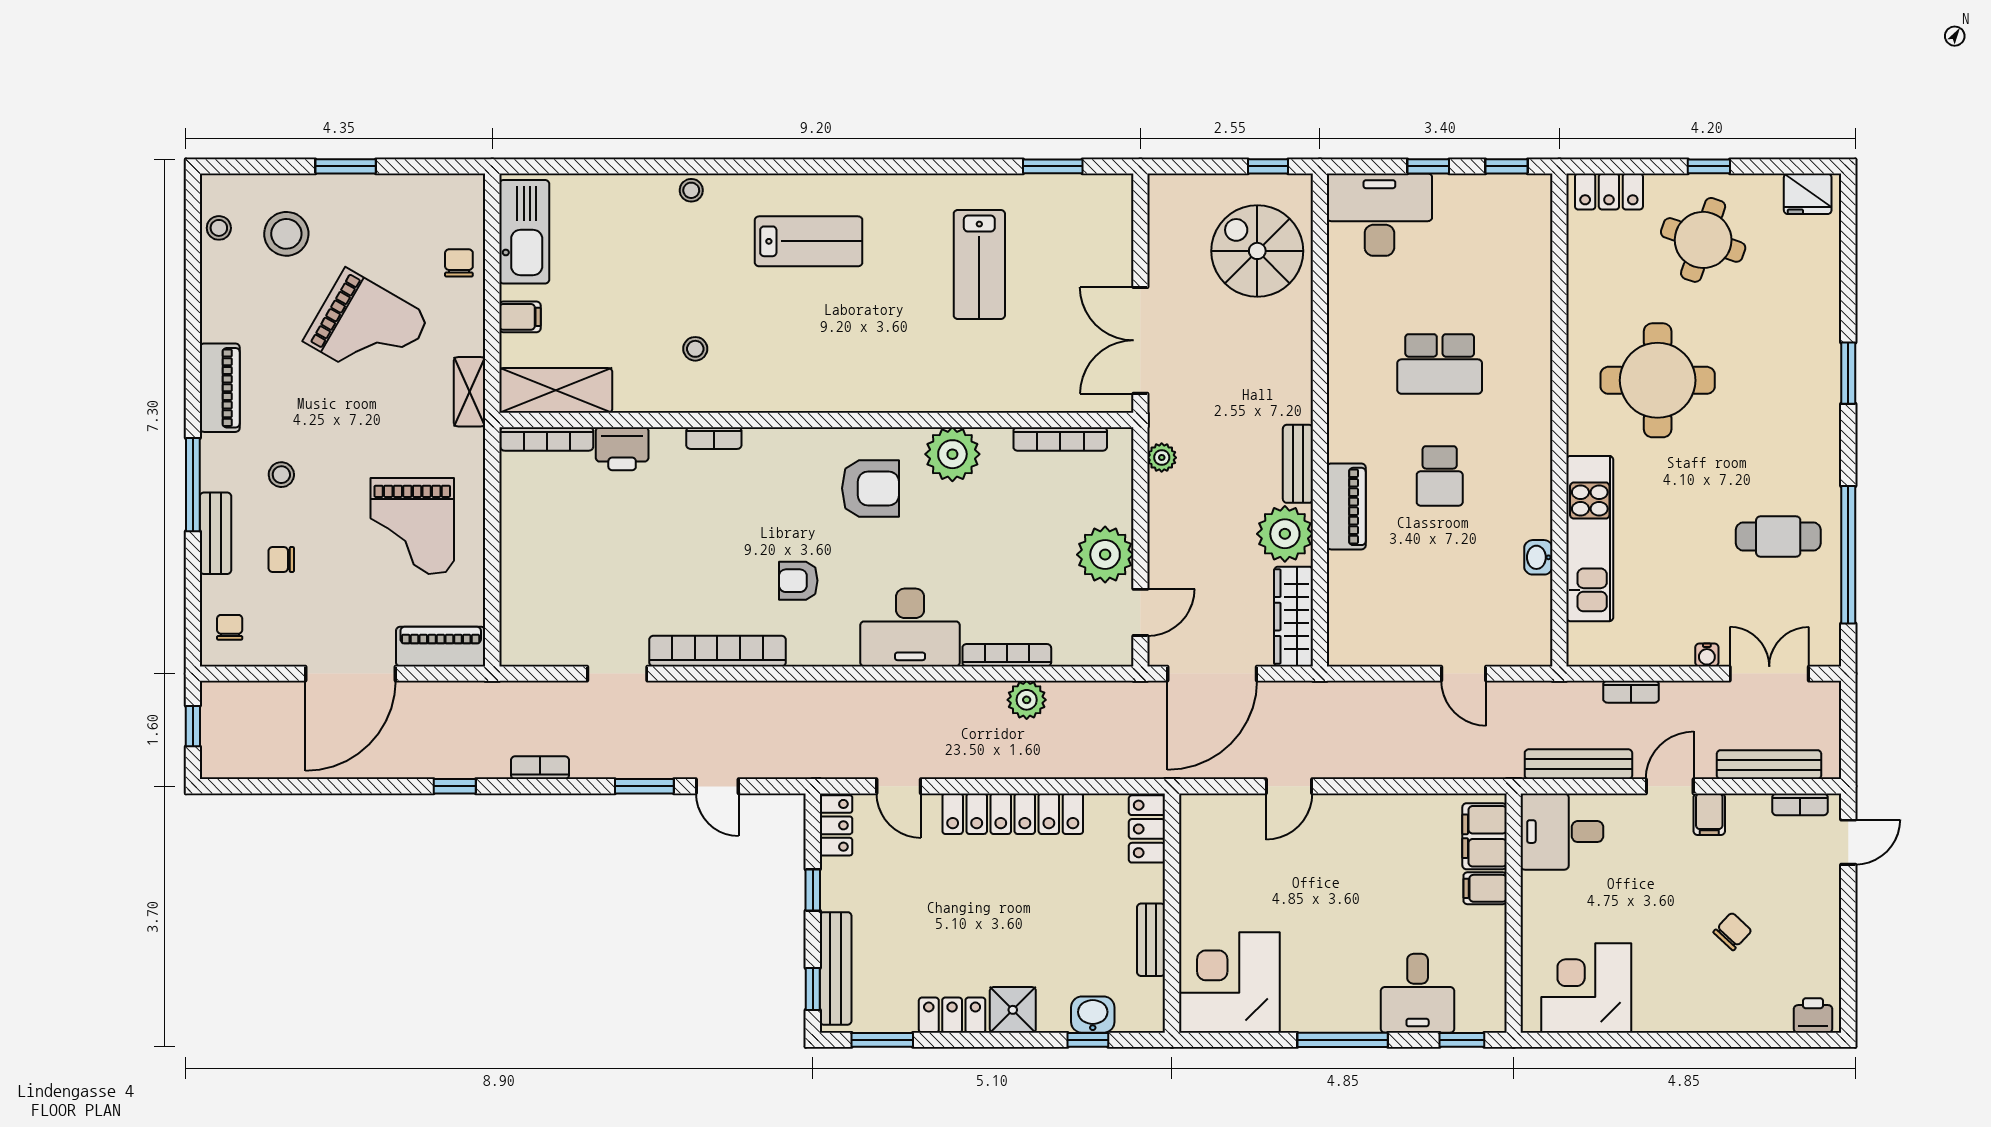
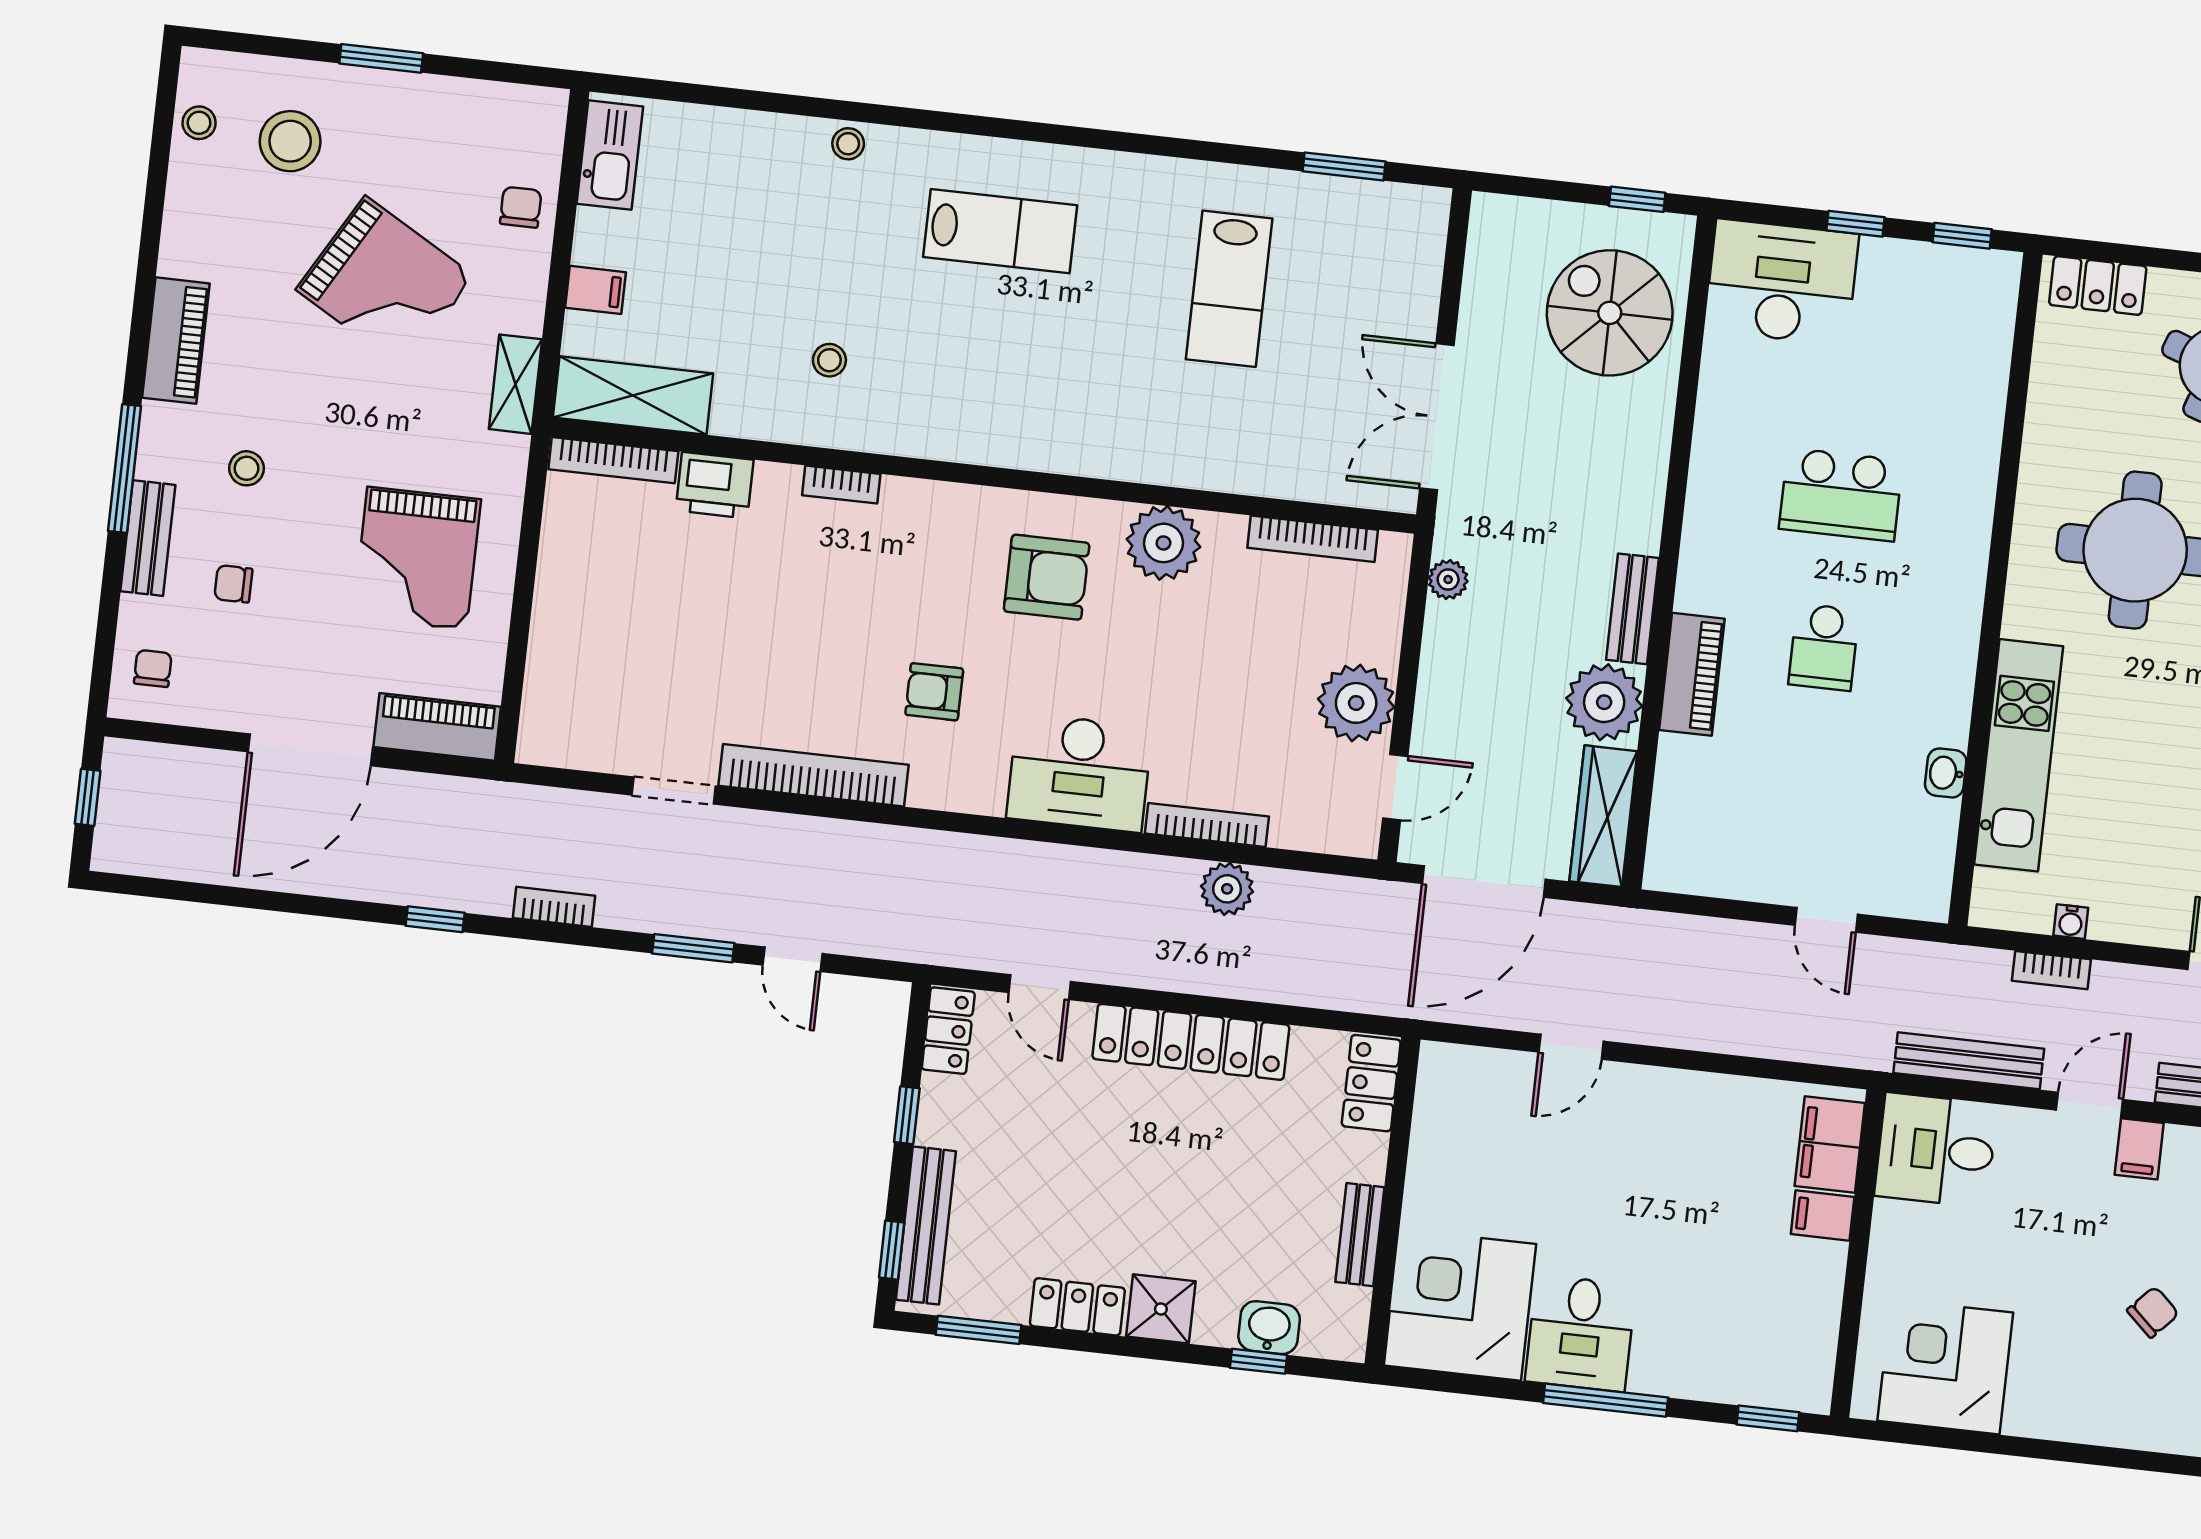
kitchen sink: (524, 232) -> (610, 155), width x0.73, depth x0.81
water cooler: (1707, 655) -> (2071, 922), moved
desk: (1418, 993) -> (1581, 1333), moved

